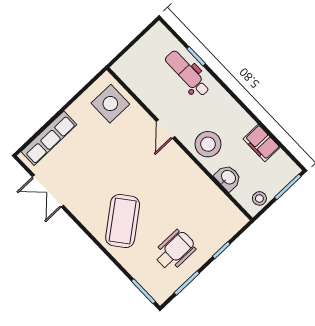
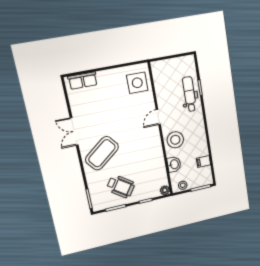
row of seats: (49, 138) -> (83, 81), width x0.68
filing cabinet: (262, 143) -> (203, 162), width x0.50
double door: (48, 191) -> (74, 131), moved
plant: (239, 220) -> (165, 190), added
wheelchair: (175, 250) -> (121, 186), turned 35

